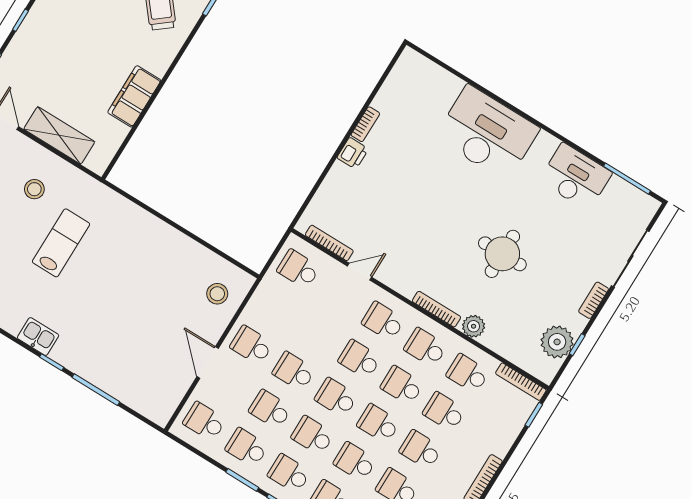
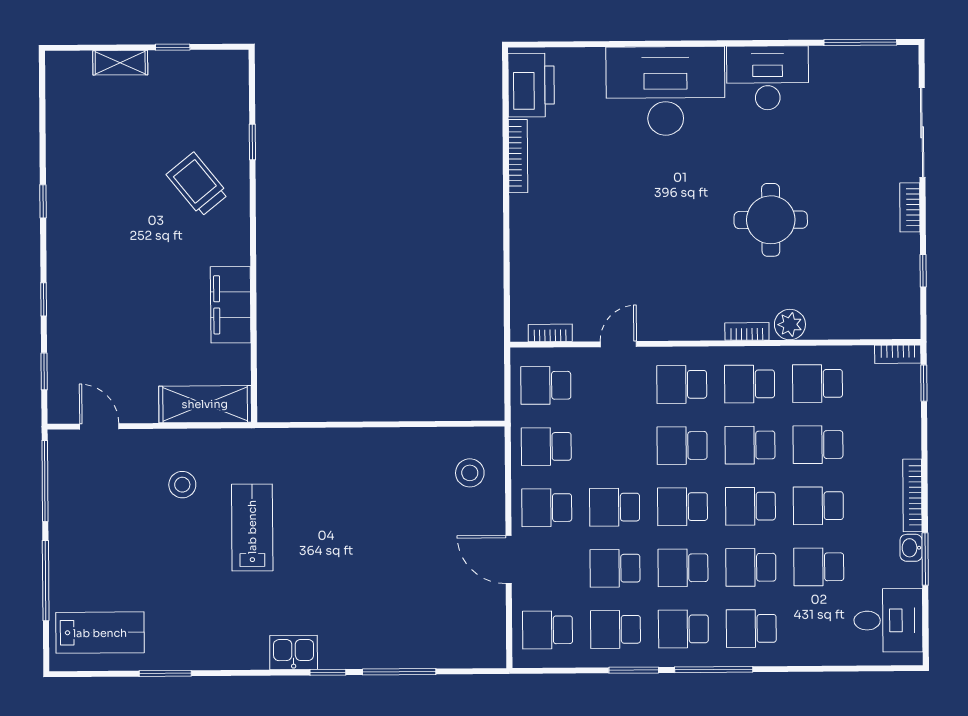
bookcase: (365, 124) -> (518, 156), width x1.56
shelving: (59, 135) -> (205, 404), moved
printer: (353, 153) -> (531, 85), moved, width x1.87, depth x1.48
desk: (575, 177) -> (768, 78), moved
bookcase: (329, 243) -> (550, 333), width x0.64
school desk: (275, 307) -> (546, 447), added
bookcase: (436, 309) -> (747, 331), width x0.64
plant: (557, 342) -> (898, 282), removed
bookcase: (521, 382) -> (898, 354), width x0.64

